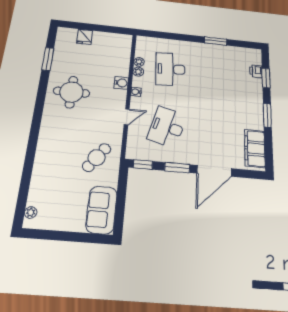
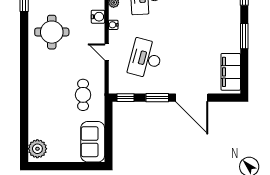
door: (127, 117) -> (107, 52), swing flipped
cafe table: (97, 158) -> (83, 95), turned -36
door: (214, 171) -> (192, 98), hinge flipped
plant: (31, 212) -> (37, 149), width x1.88, depth x1.88

